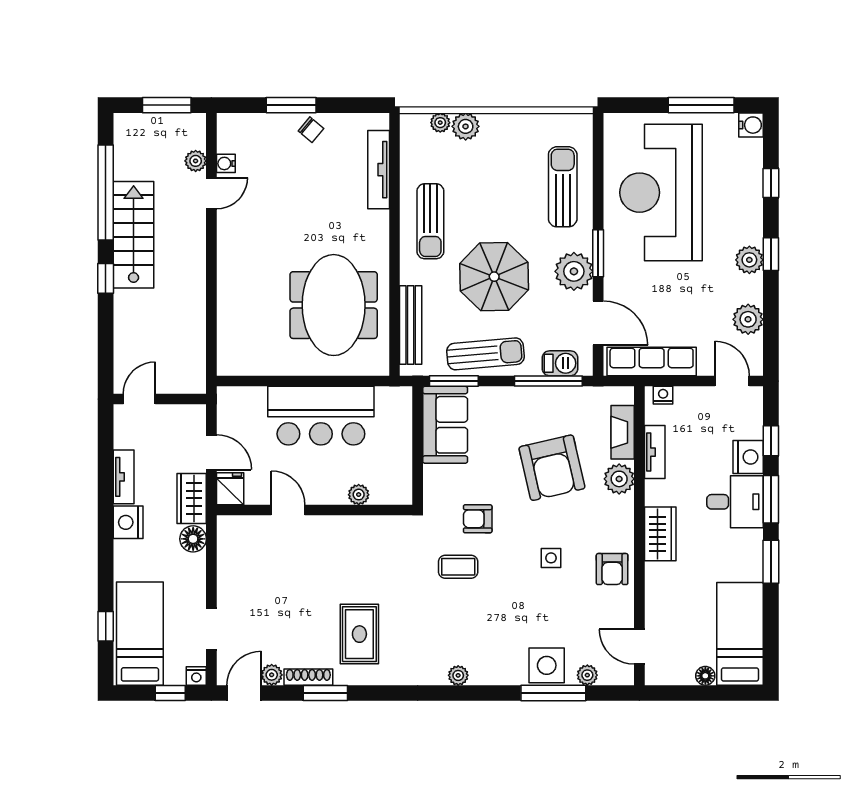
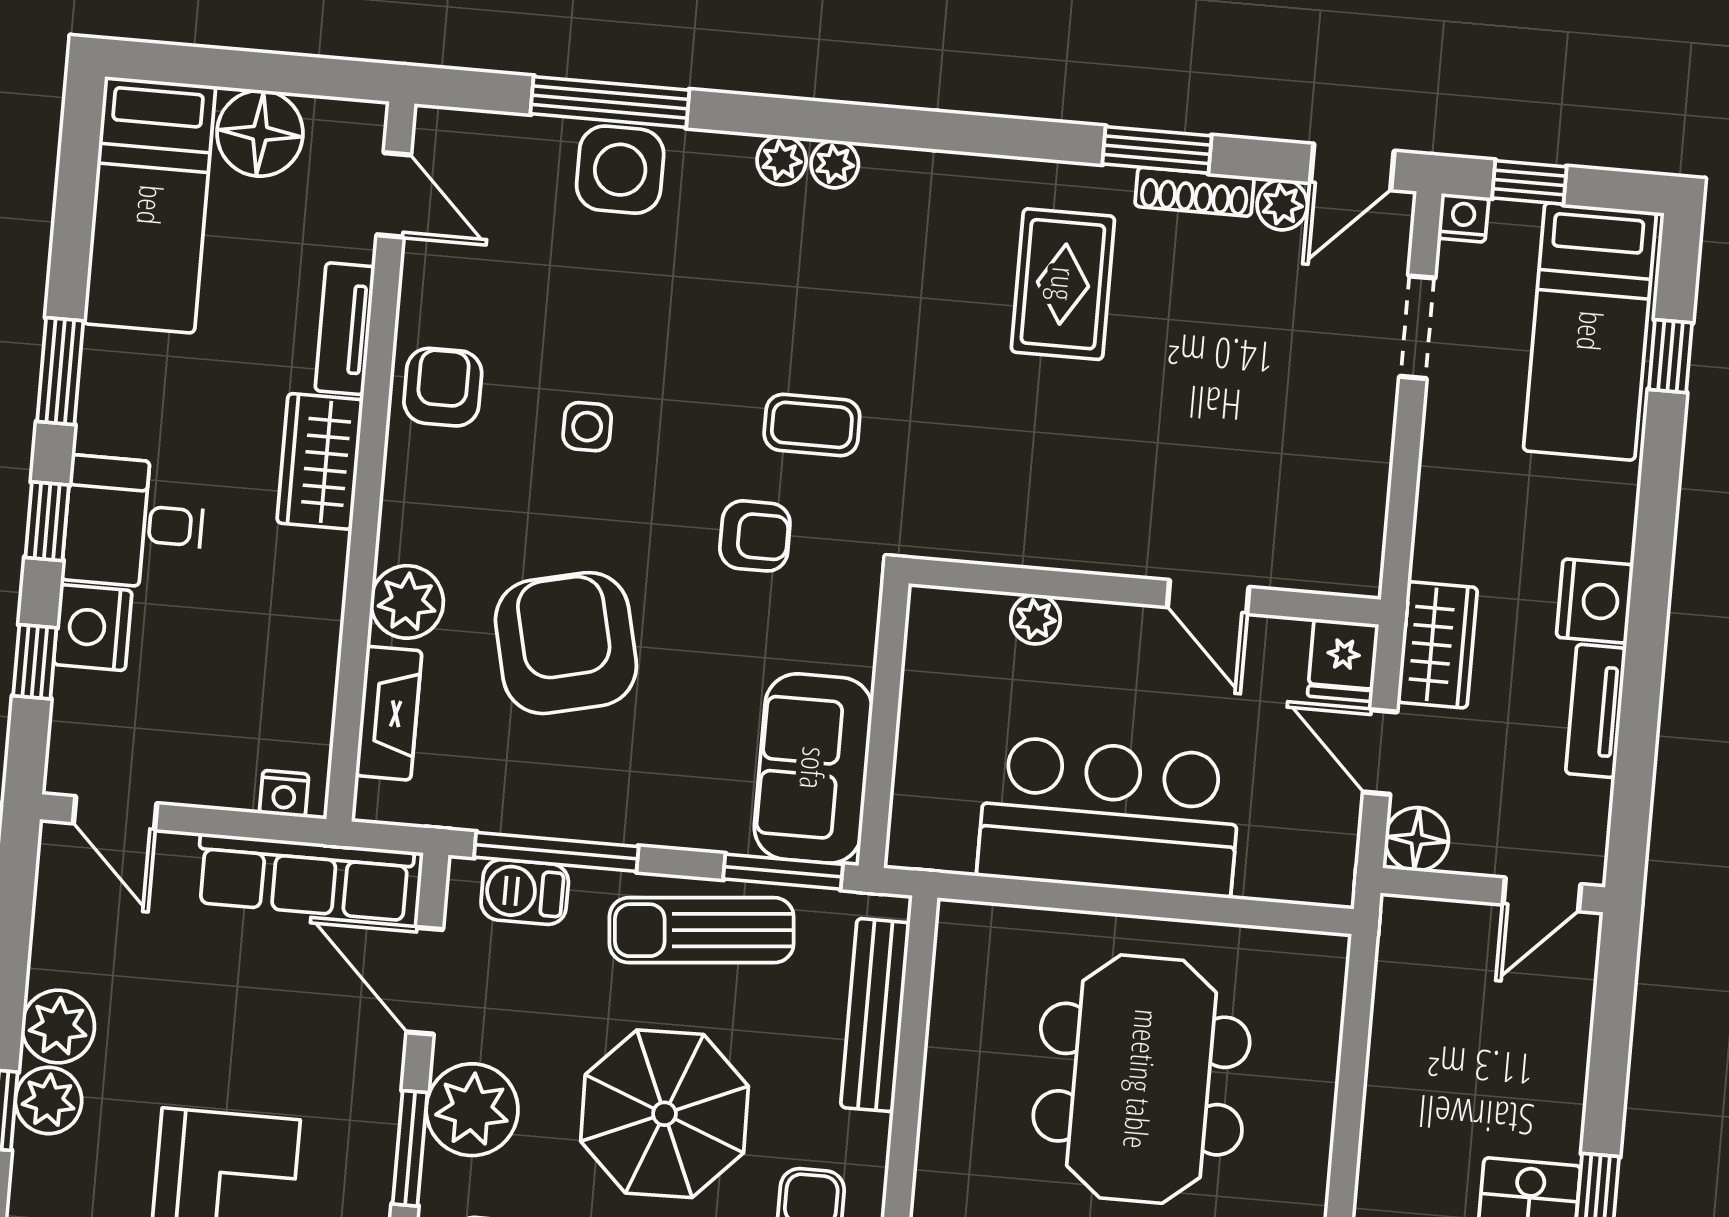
meeting table: (334, 305) -> (1141, 1079), moved
plant: (748, 319) -> (58, 1027), moved
tv unit: (655, 452) -> (345, 329), moved
window: (771, 499) -> (47, 521), width x0.67
floor lamp: (193, 539) -> (1417, 839), moved
plant: (587, 675) -> (782, 160), moved
floor lamp: (705, 676) -> (260, 133), width x1.89, depth x1.89

